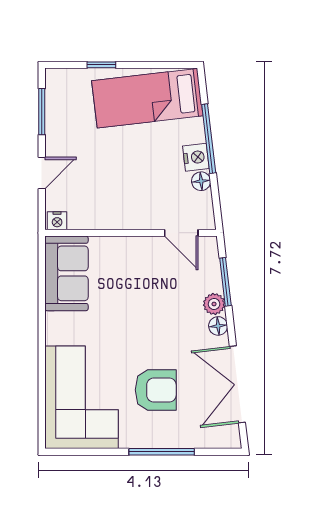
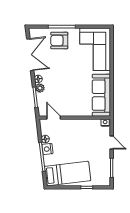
door: (42, 173) -> (112, 142), swing flipped
sofa: (66, 273) -> (101, 95), width x1.36
armchair: (156, 390) -> (59, 41), moved

